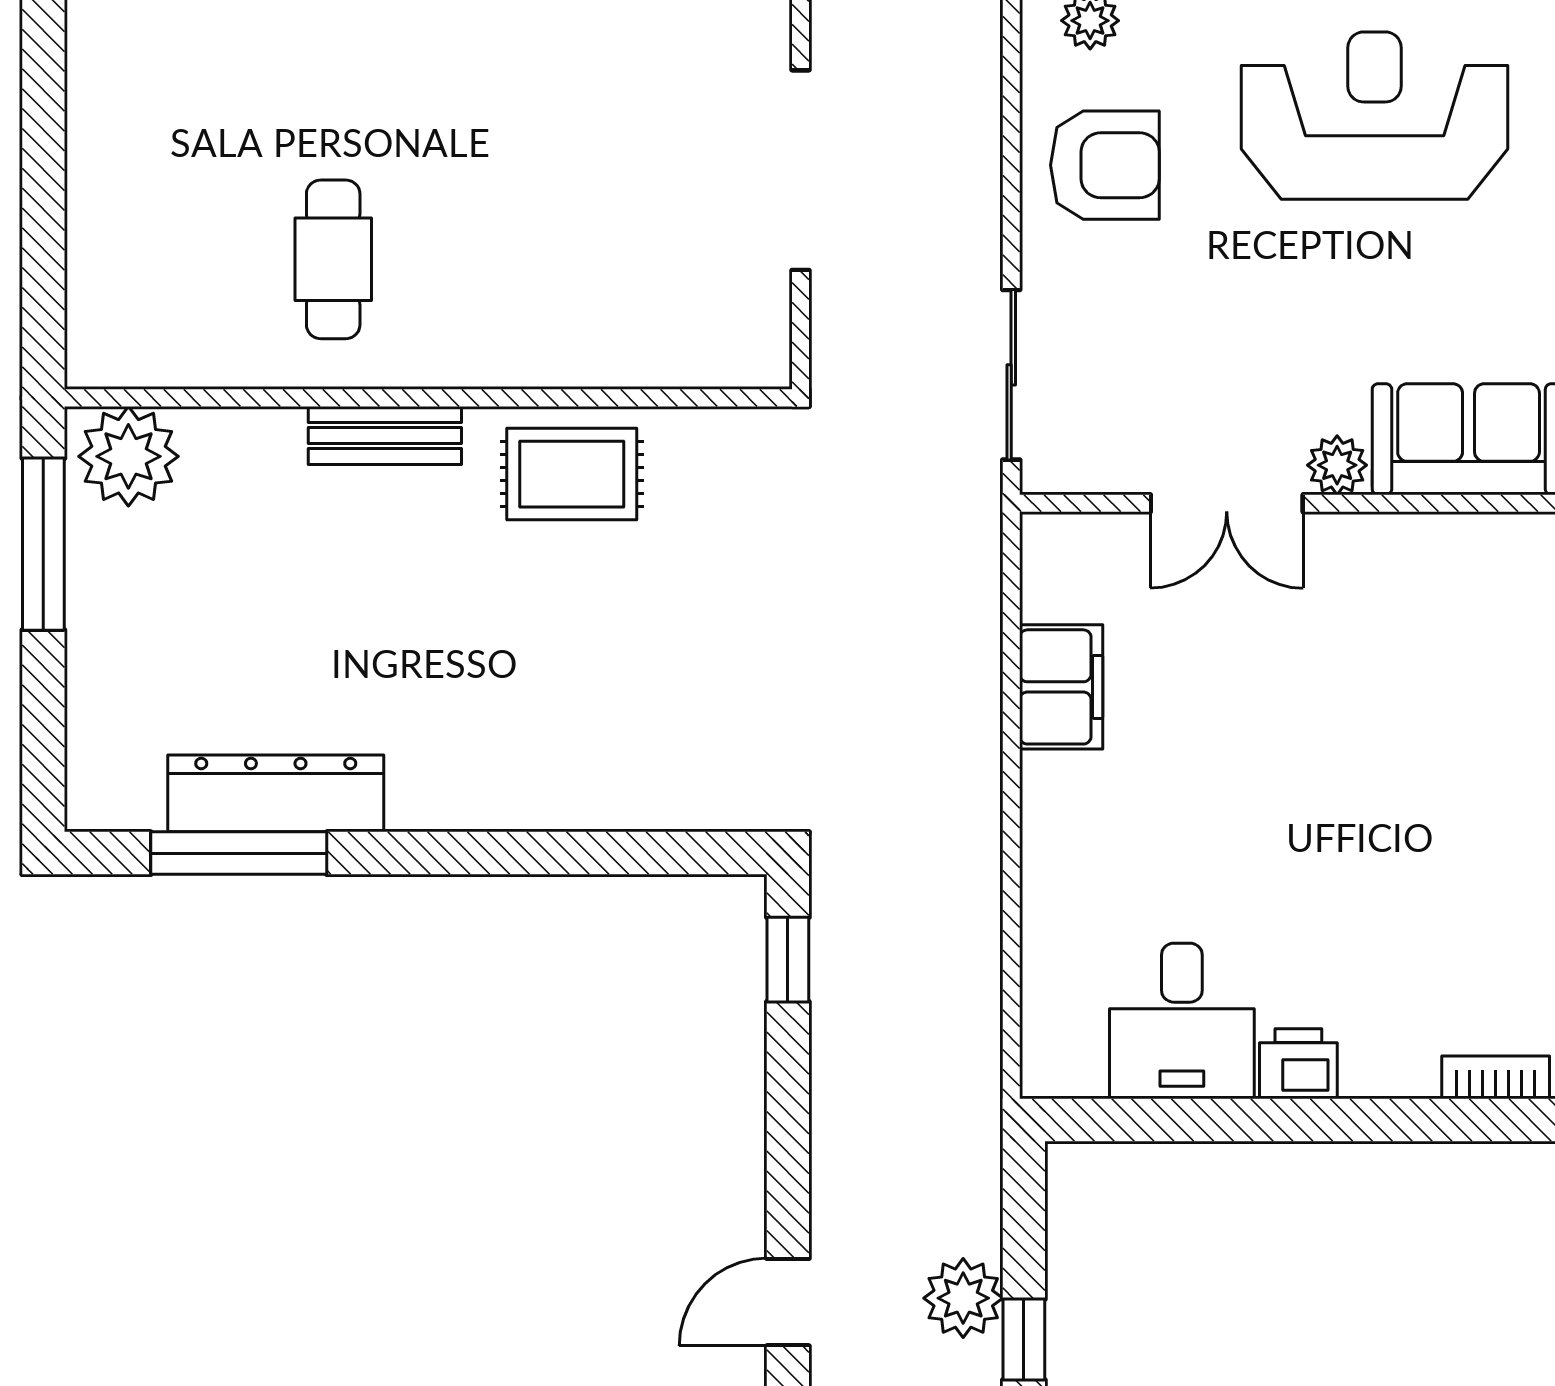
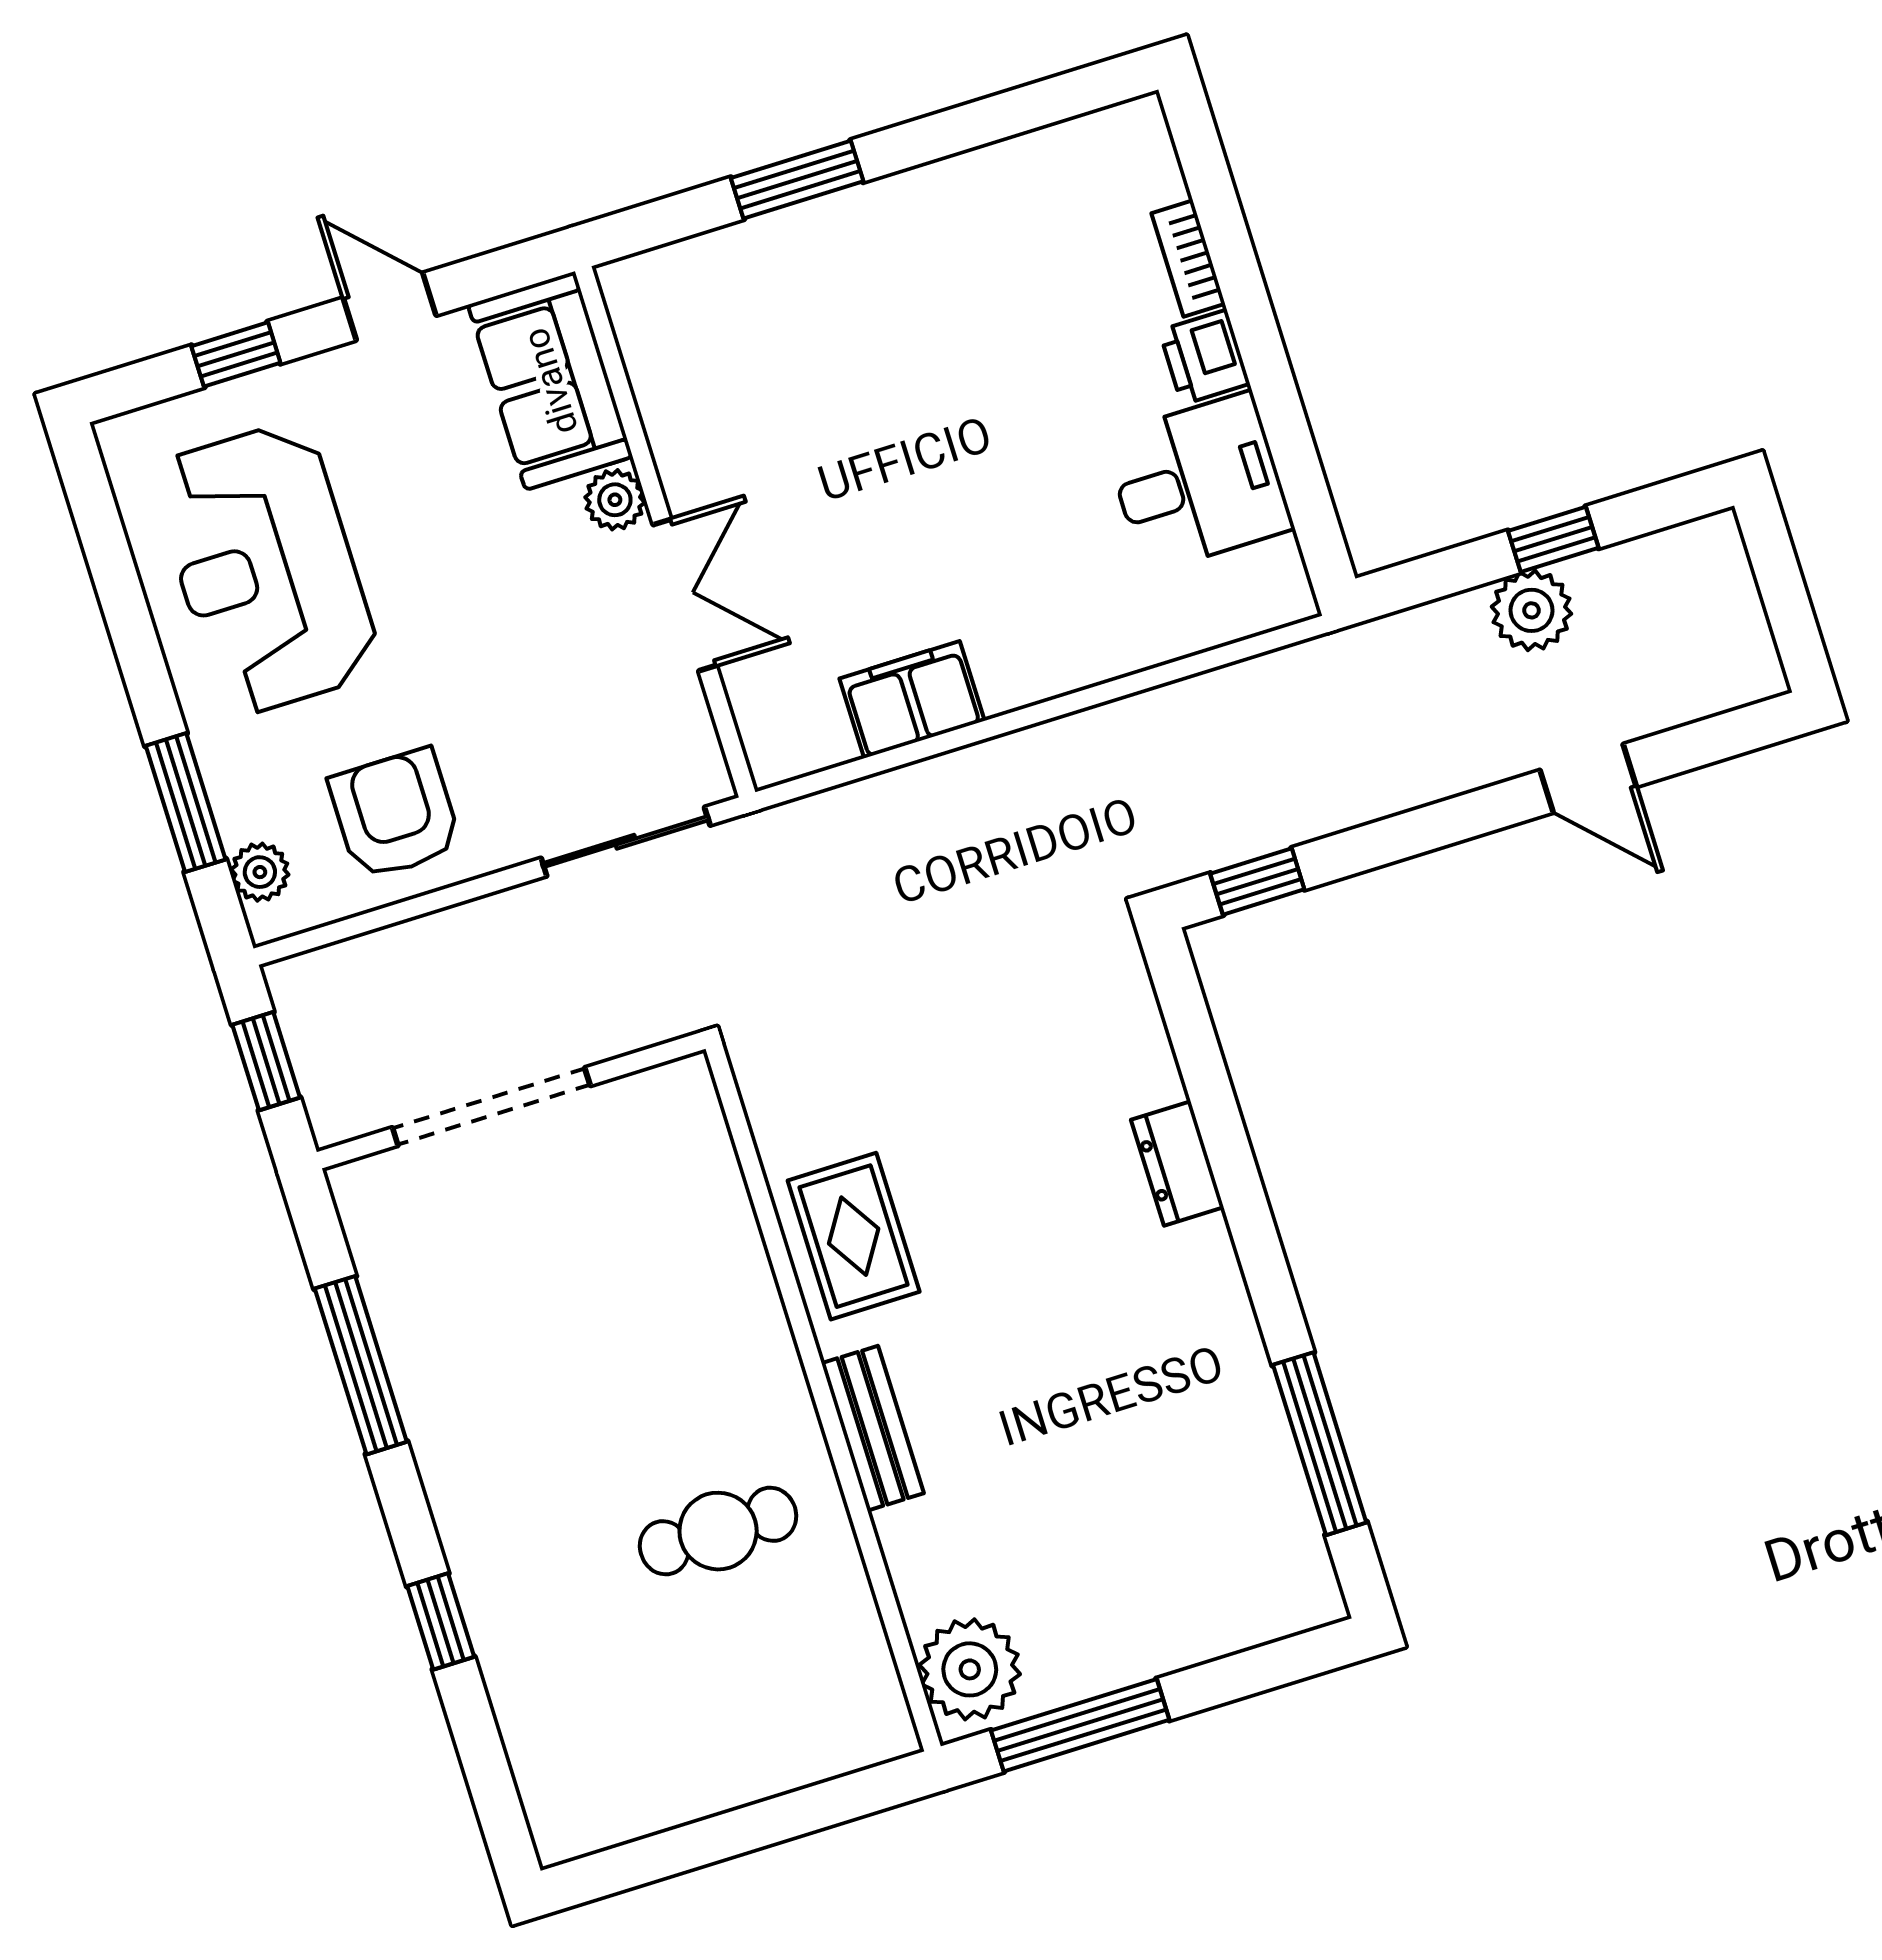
dresser: (276, 793) -> (1177, 1164), moved, width x0.51, depth x0.80
bookcase: (1496, 1077) -> (1188, 259), moved

